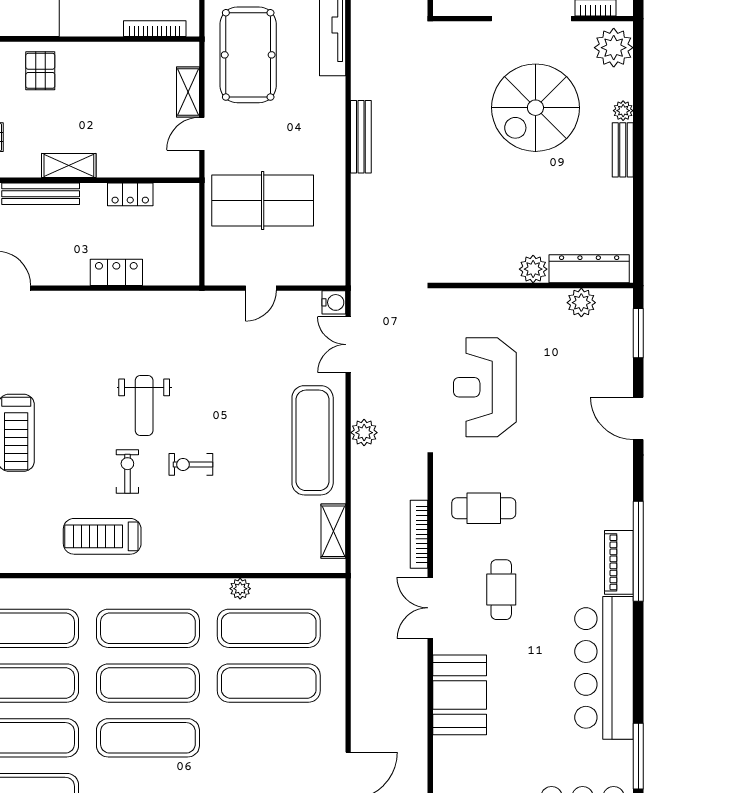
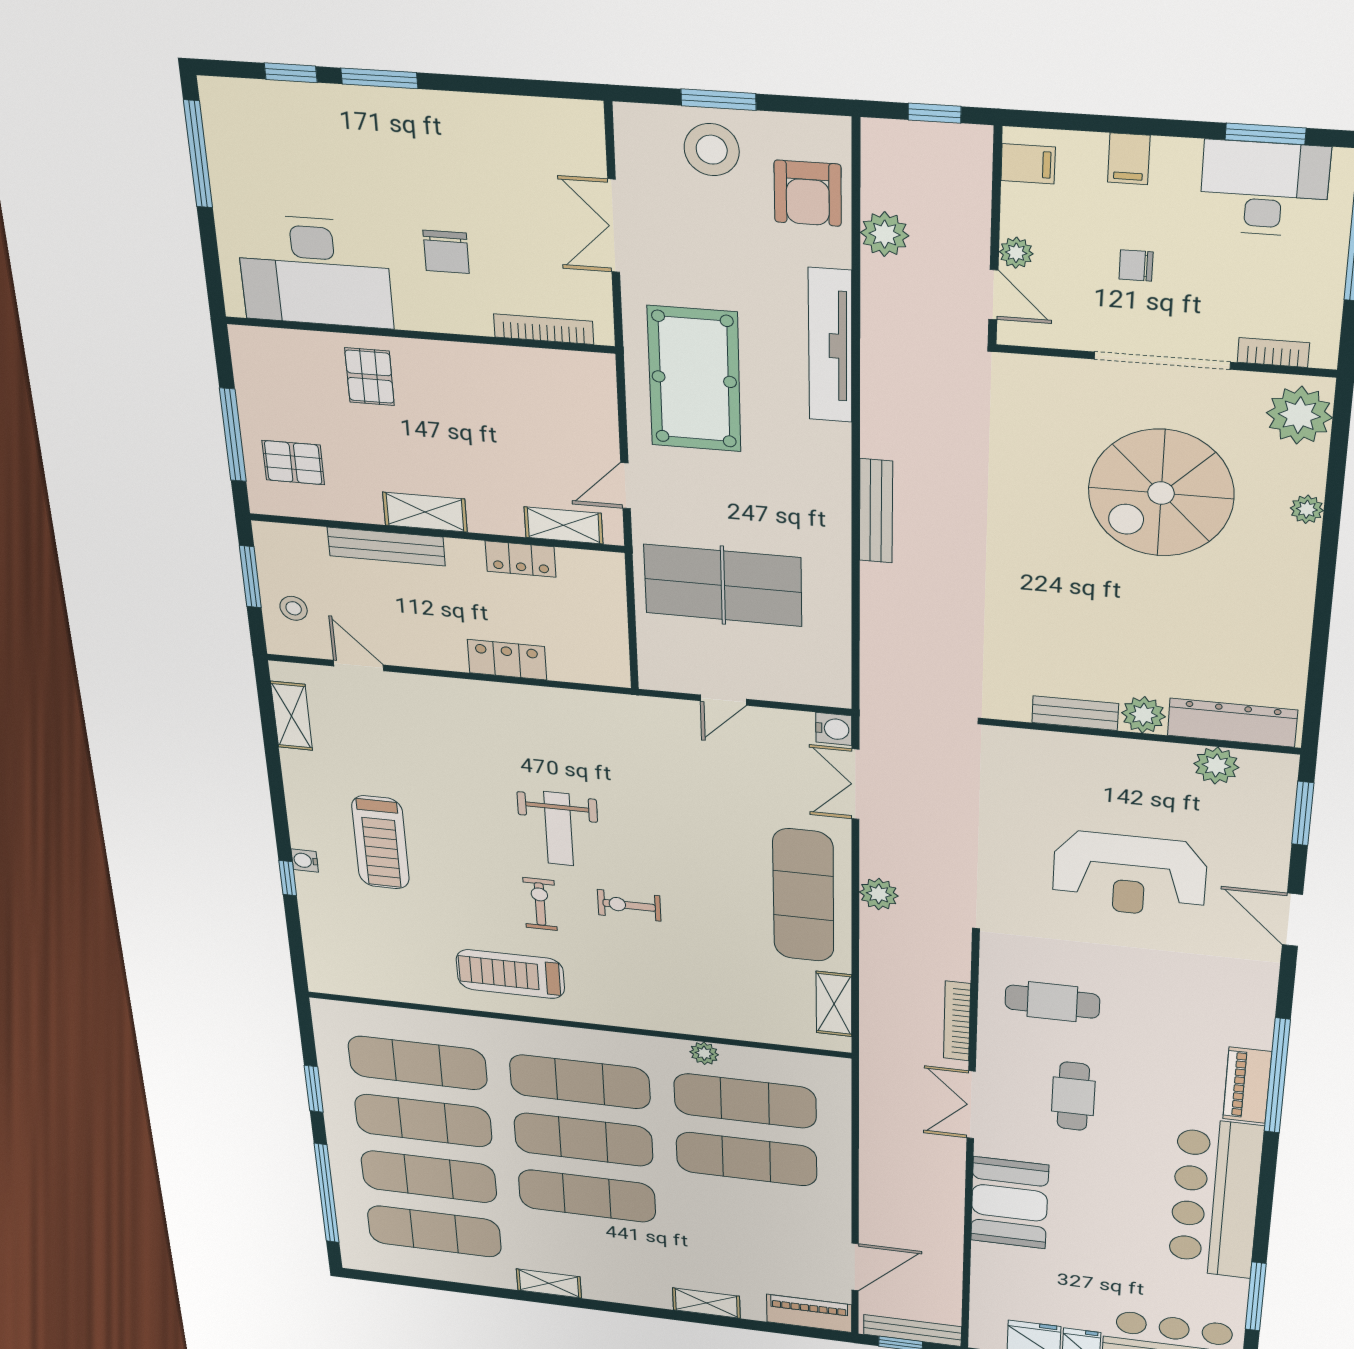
shelving: (188, 92) -> (563, 525), moved, turned 90
bench: (623, 150) -> (1075, 713), moved, turned 90
reception desk: (485, 387) -> (1129, 875), moved, turned -90

